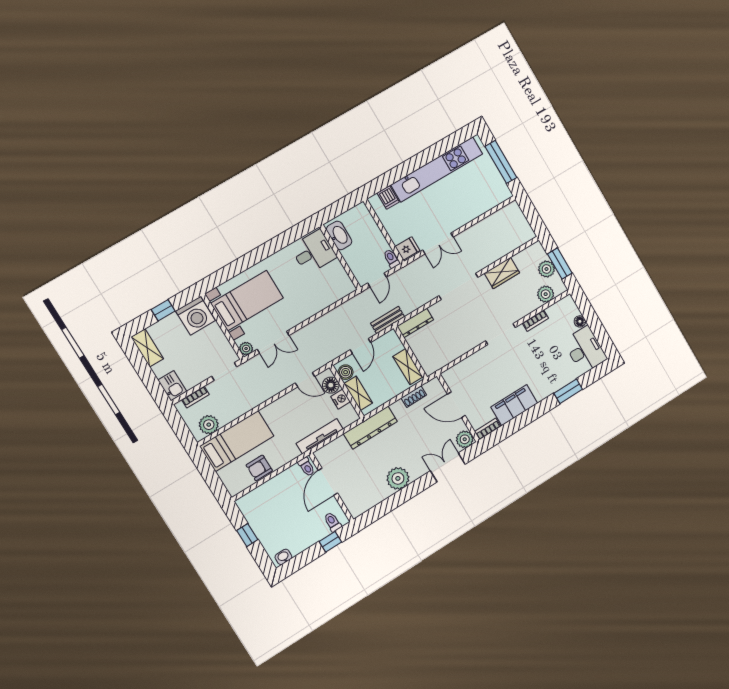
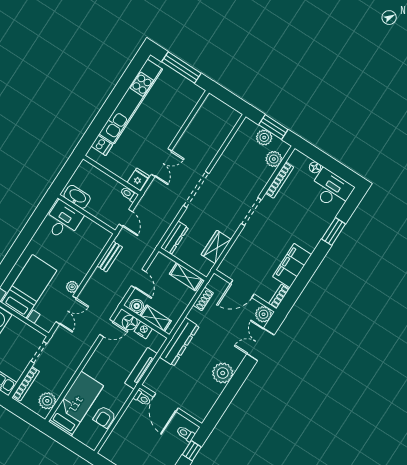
wardrobe: (502, 273) -> (216, 247), moved, turned 180
bench: (388, 320) -> (110, 257), moved
bookcase: (535, 321) -> (280, 180), width x1.56
plant: (246, 349) -> (72, 287), moved
bookcase: (195, 397) -> (26, 384), width x1.56

